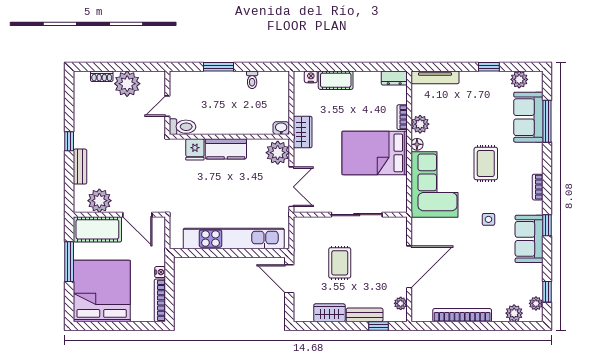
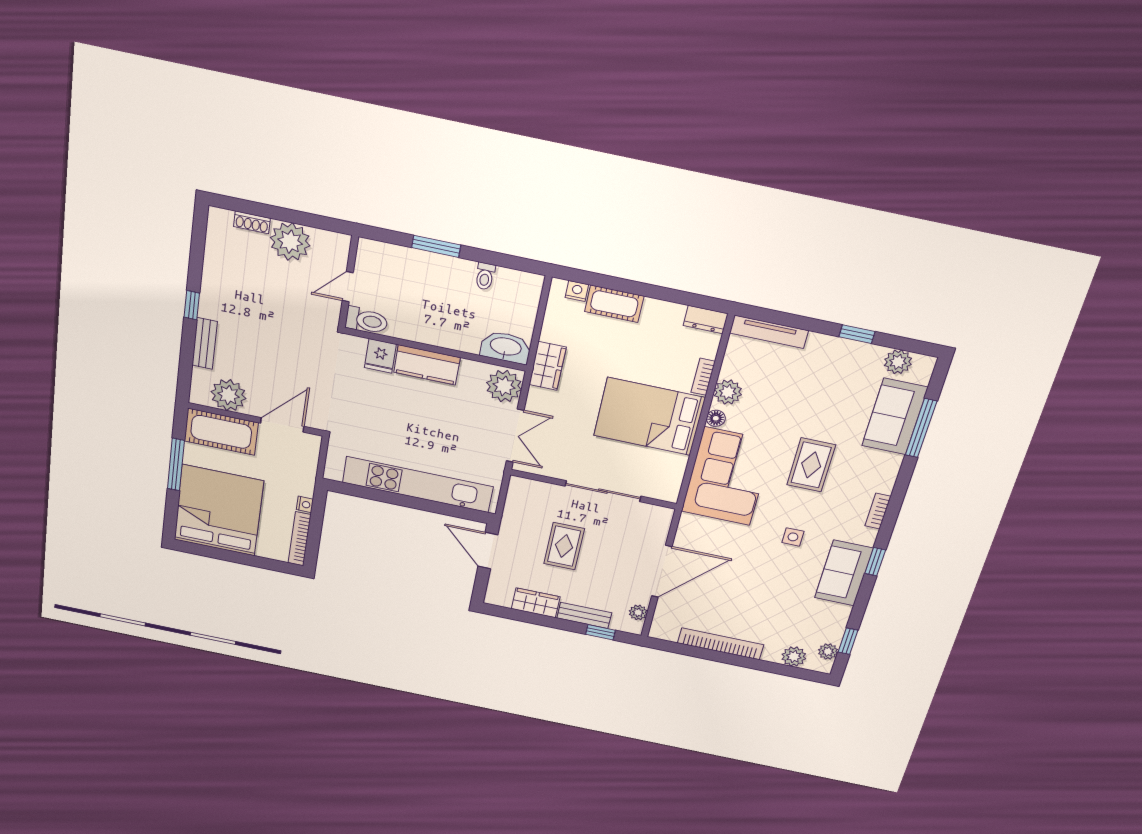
washbasin: (281, 128) -> (506, 347), width x1.91, depth x1.45
door: (137, 215) -> (282, 425), swing flipped

